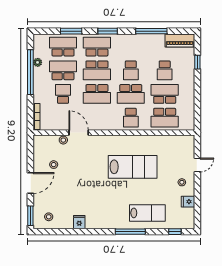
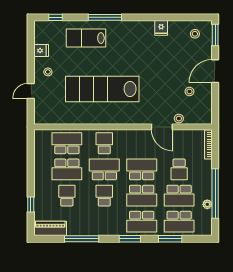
school desk: (97, 70) -> (142, 196), turned 180
lab bench: (133, 167) -> (102, 89), width x1.36

